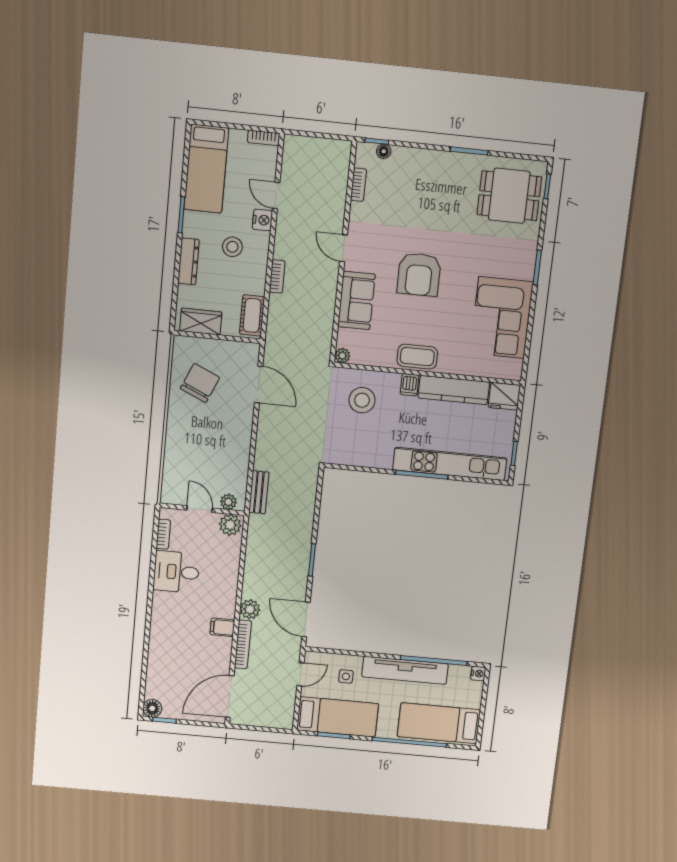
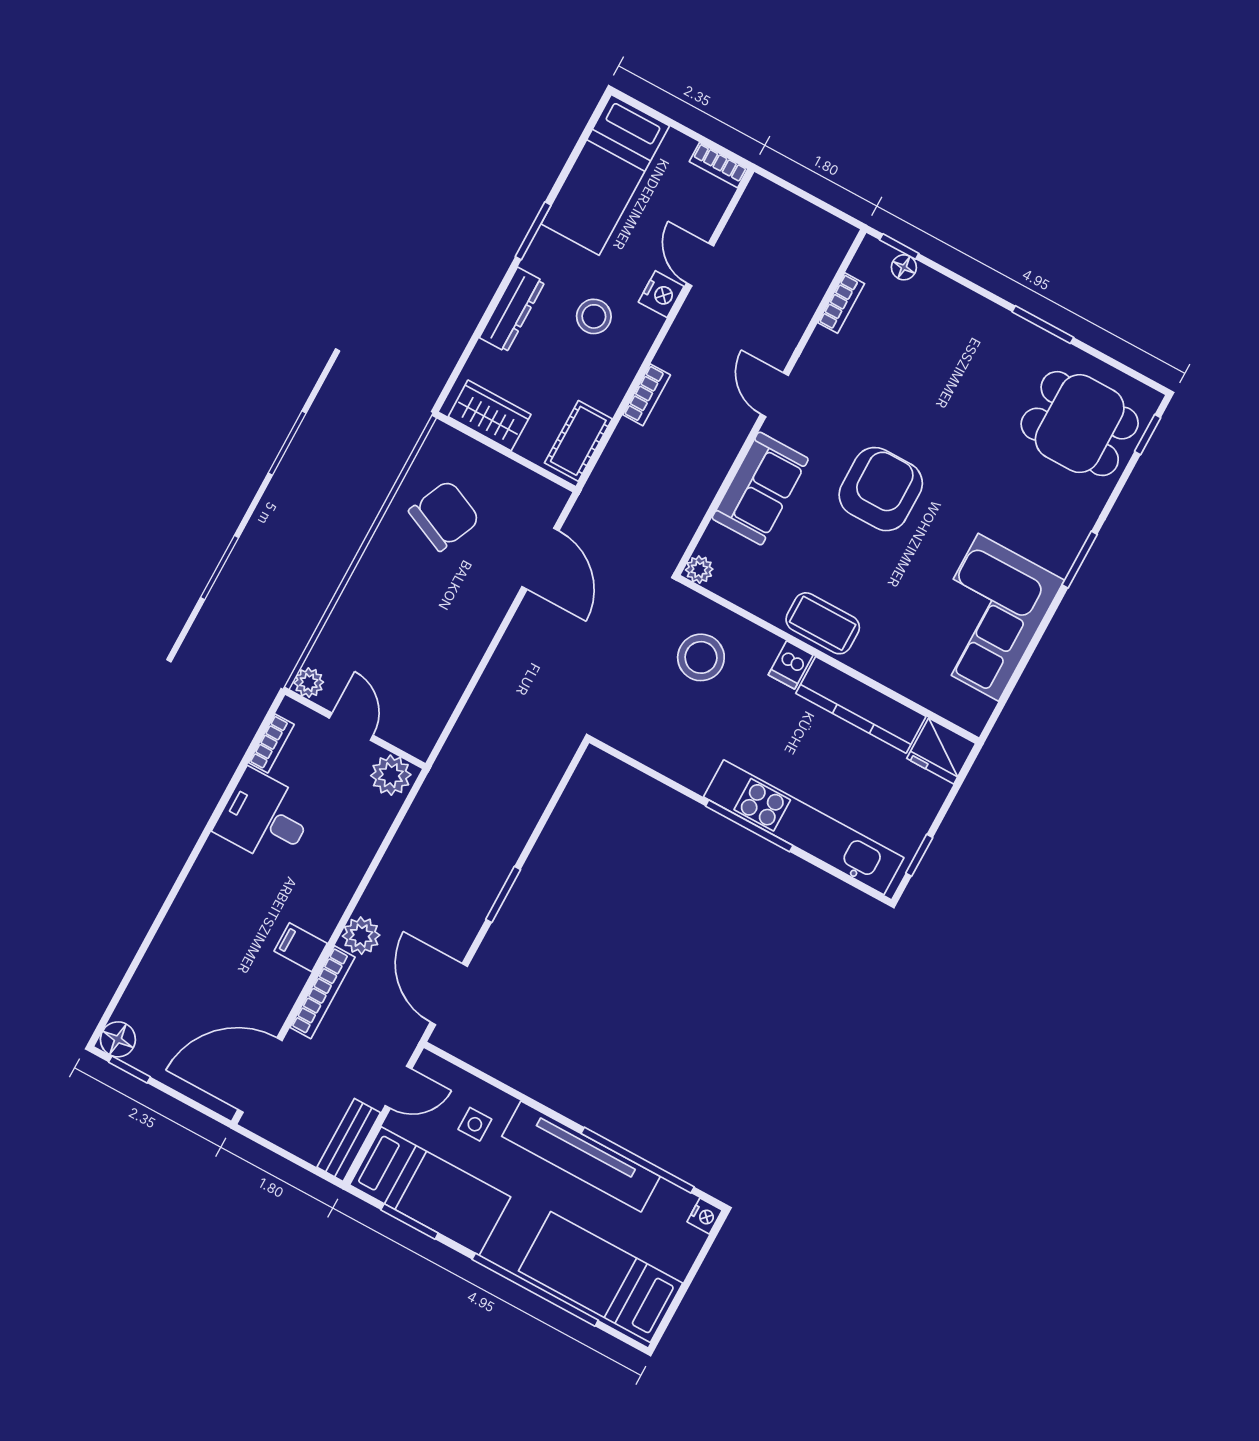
armchair: (419, 274) -> (881, 489), turned 180
bench: (259, 492) -> (349, 1140), moved
plant: (228, 502) -> (309, 683), moved

